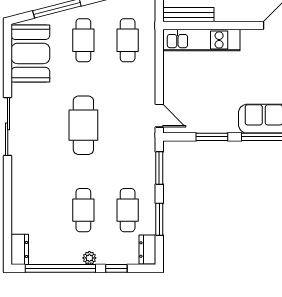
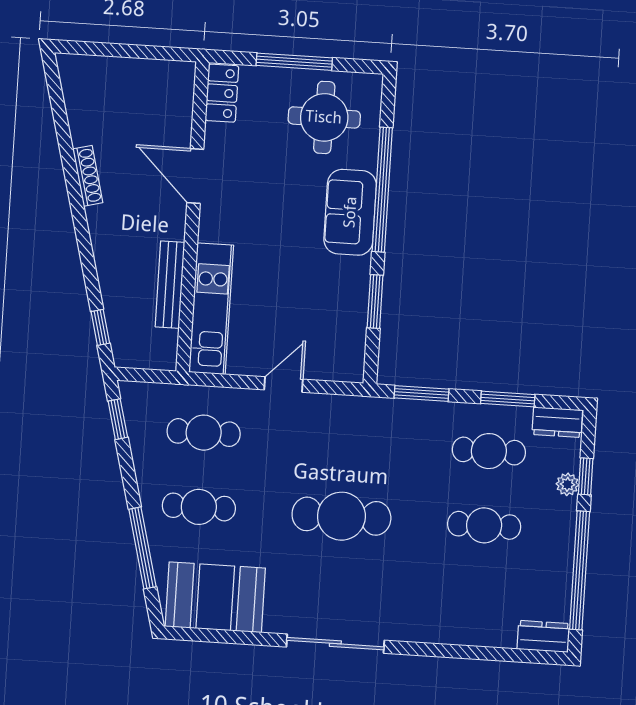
bench: (188, 15) -> (170, 285), moved
door: (159, 116) -> (284, 385), moved
plant: (89, 258) -> (567, 484), moved

